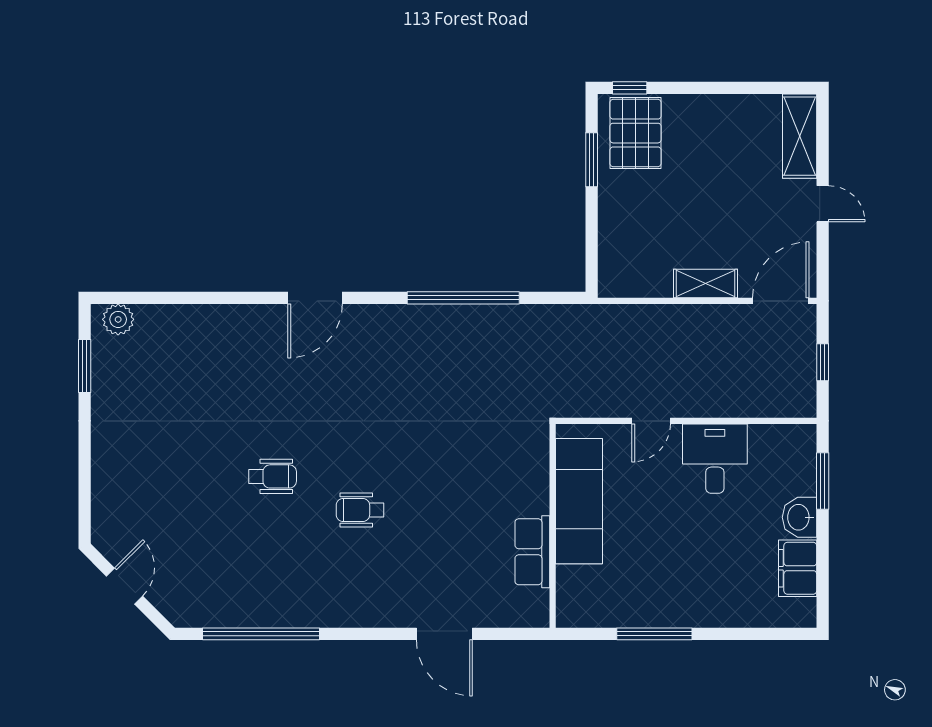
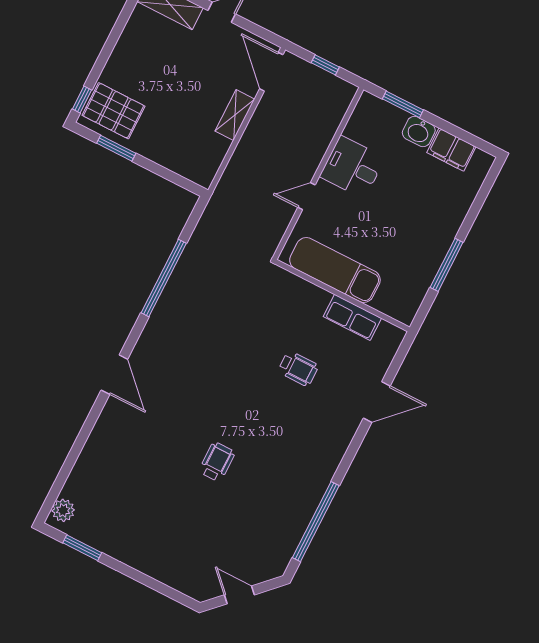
door: (651, 421) -> (306, 196), swing flipped
wheelchair: (360, 510) -> (298, 369), moved, turned -90

